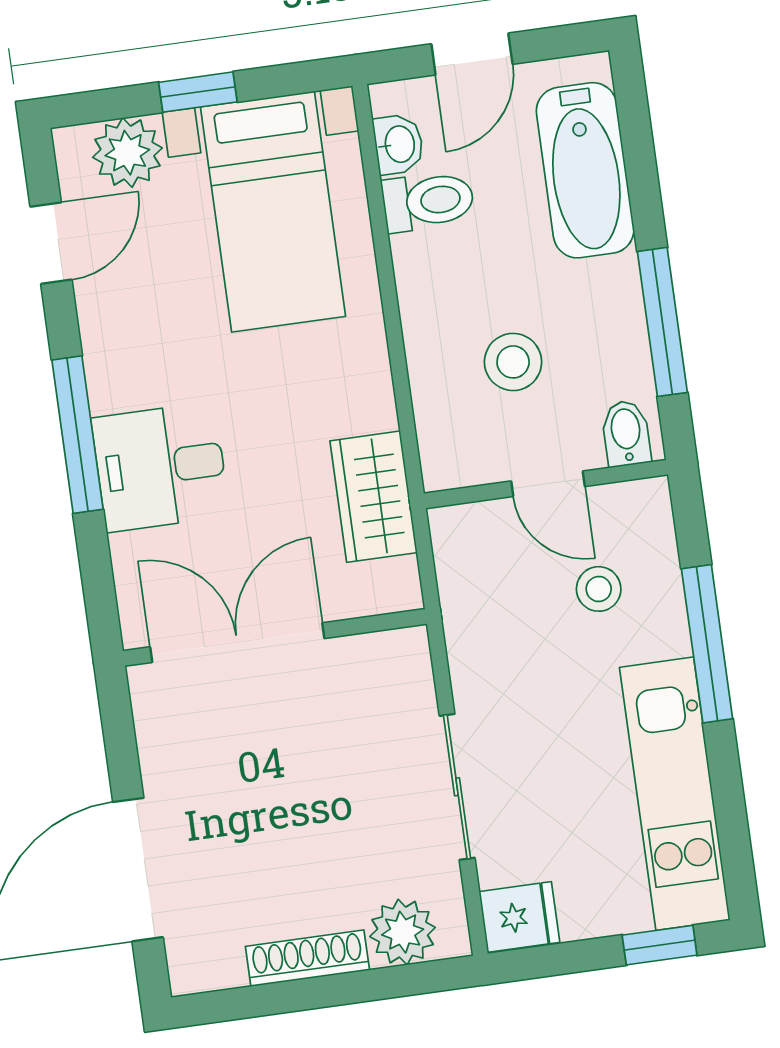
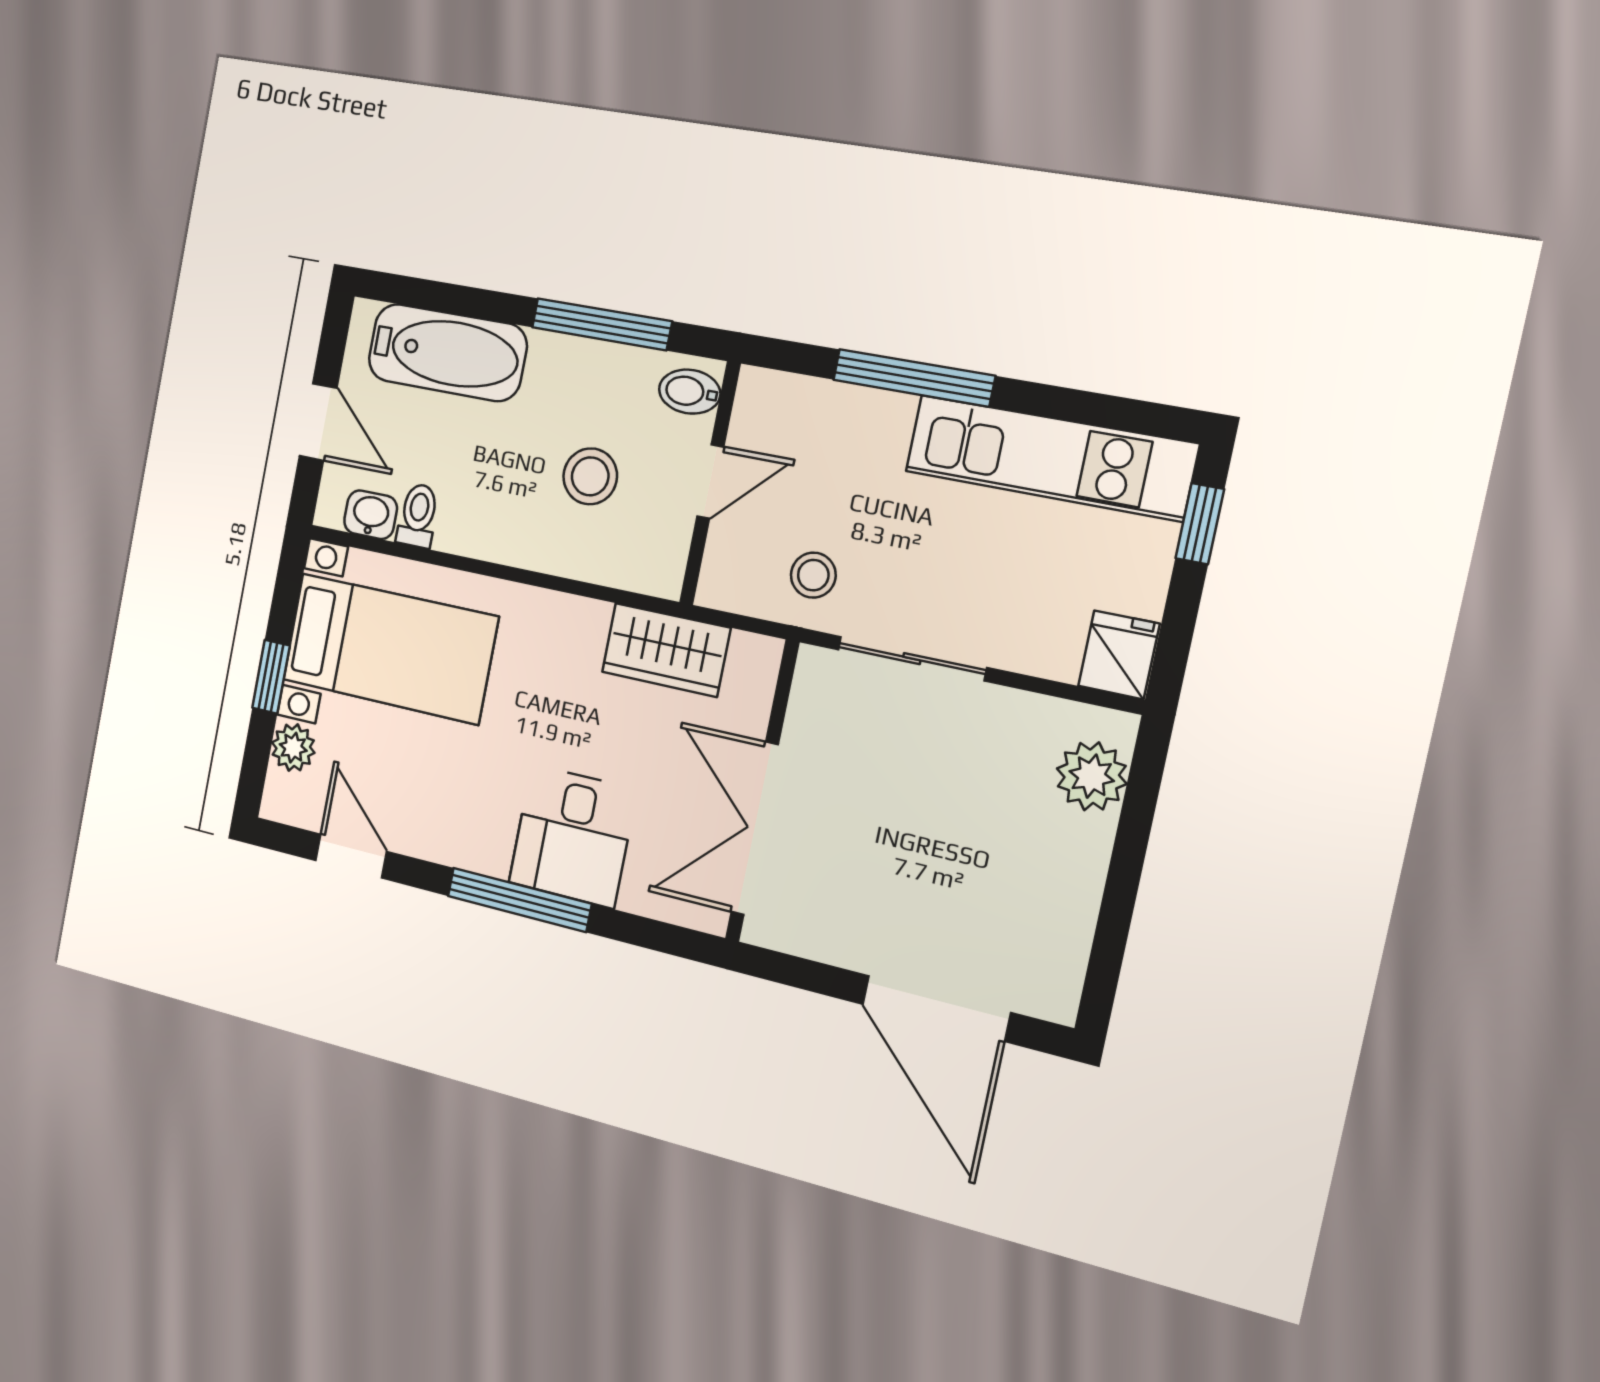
plant: (127, 153) -> (293, 748), width x0.73, depth x0.73
toilet: (428, 201) -> (418, 516), width x0.73, depth x0.72
stool: (599, 589) -> (813, 575), moved
sliding door: (457, 787) -> (912, 659), moved
shoe rack: (307, 958) -> (1084, 880), removed

